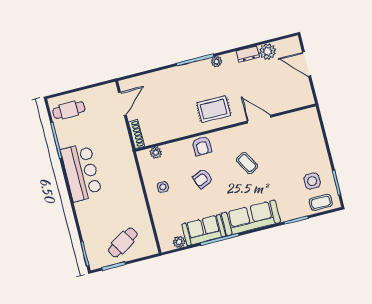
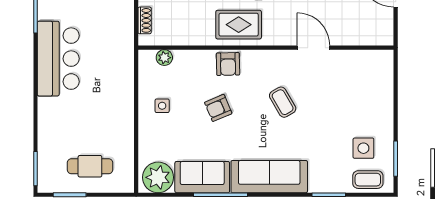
rug: (214, 109) -> (239, 25), moved
shoe rack: (136, 134) -> (145, 20), width x0.70
cafe table: (123, 242) -> (90, 166), turned 32
plant: (179, 242) -> (158, 177), width x1.88, depth x1.88

